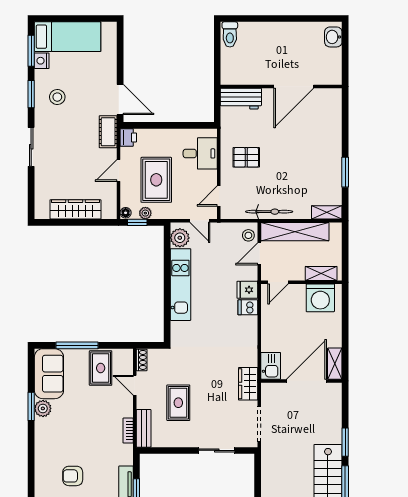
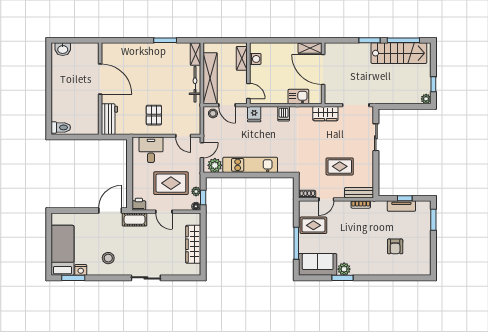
window: (31, 94) -> (106, 278), removed
bicycle: (269, 212) -> (195, 84), moved
washing machine: (320, 298) -> (255, 59), width x0.53, depth x0.53
dishwasher: (248, 307) -> (284, 114), moved
kitchen sink: (271, 366) -> (298, 97), moved

